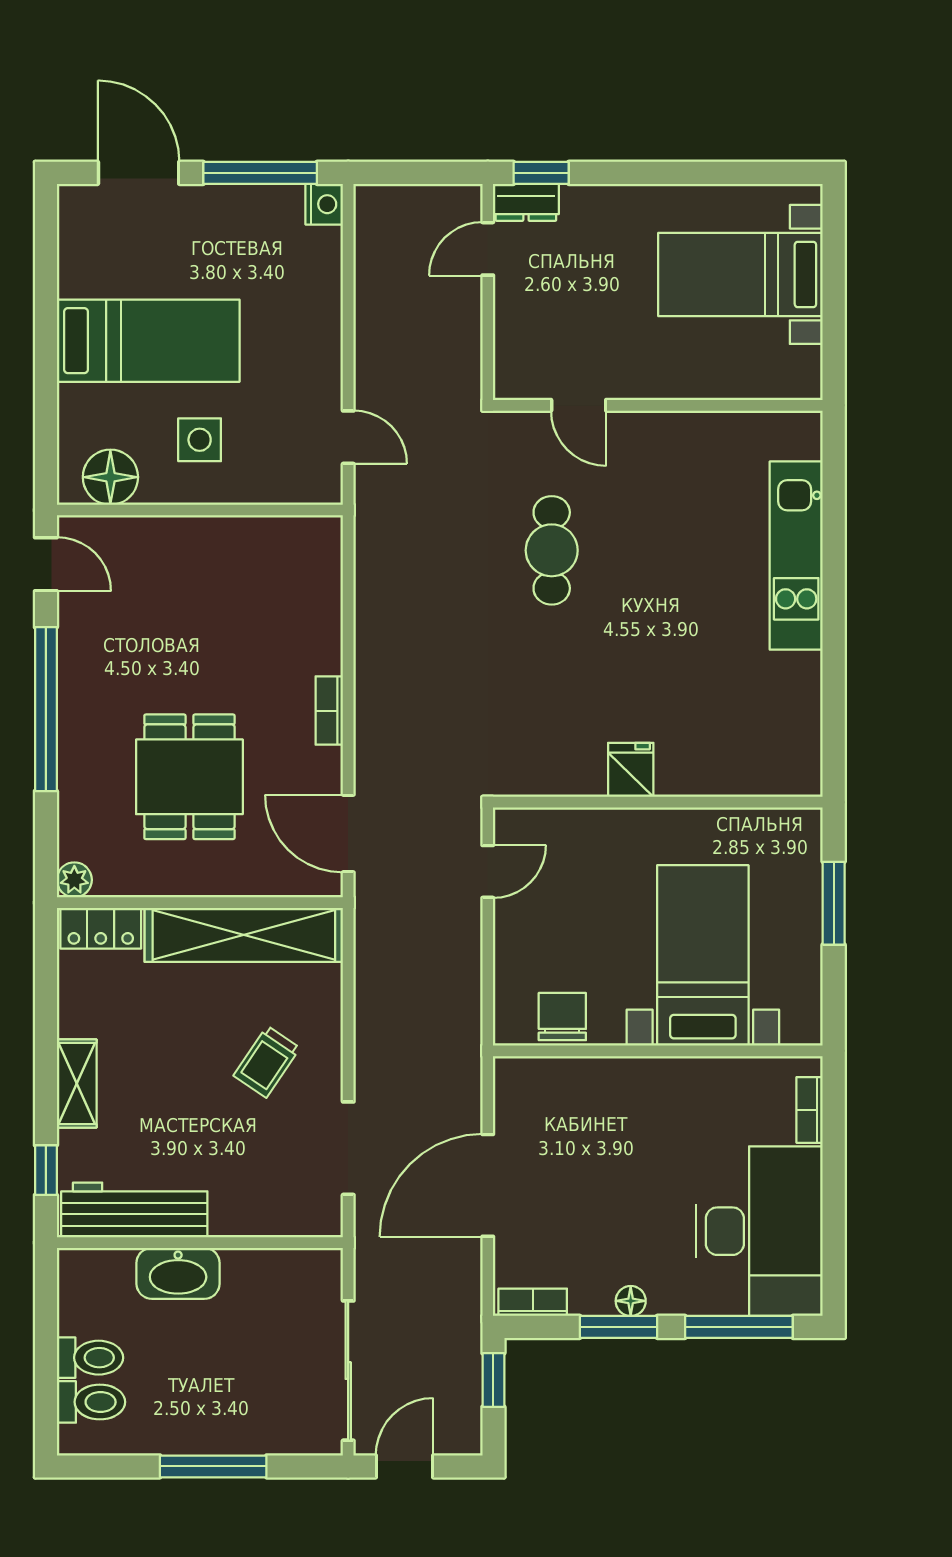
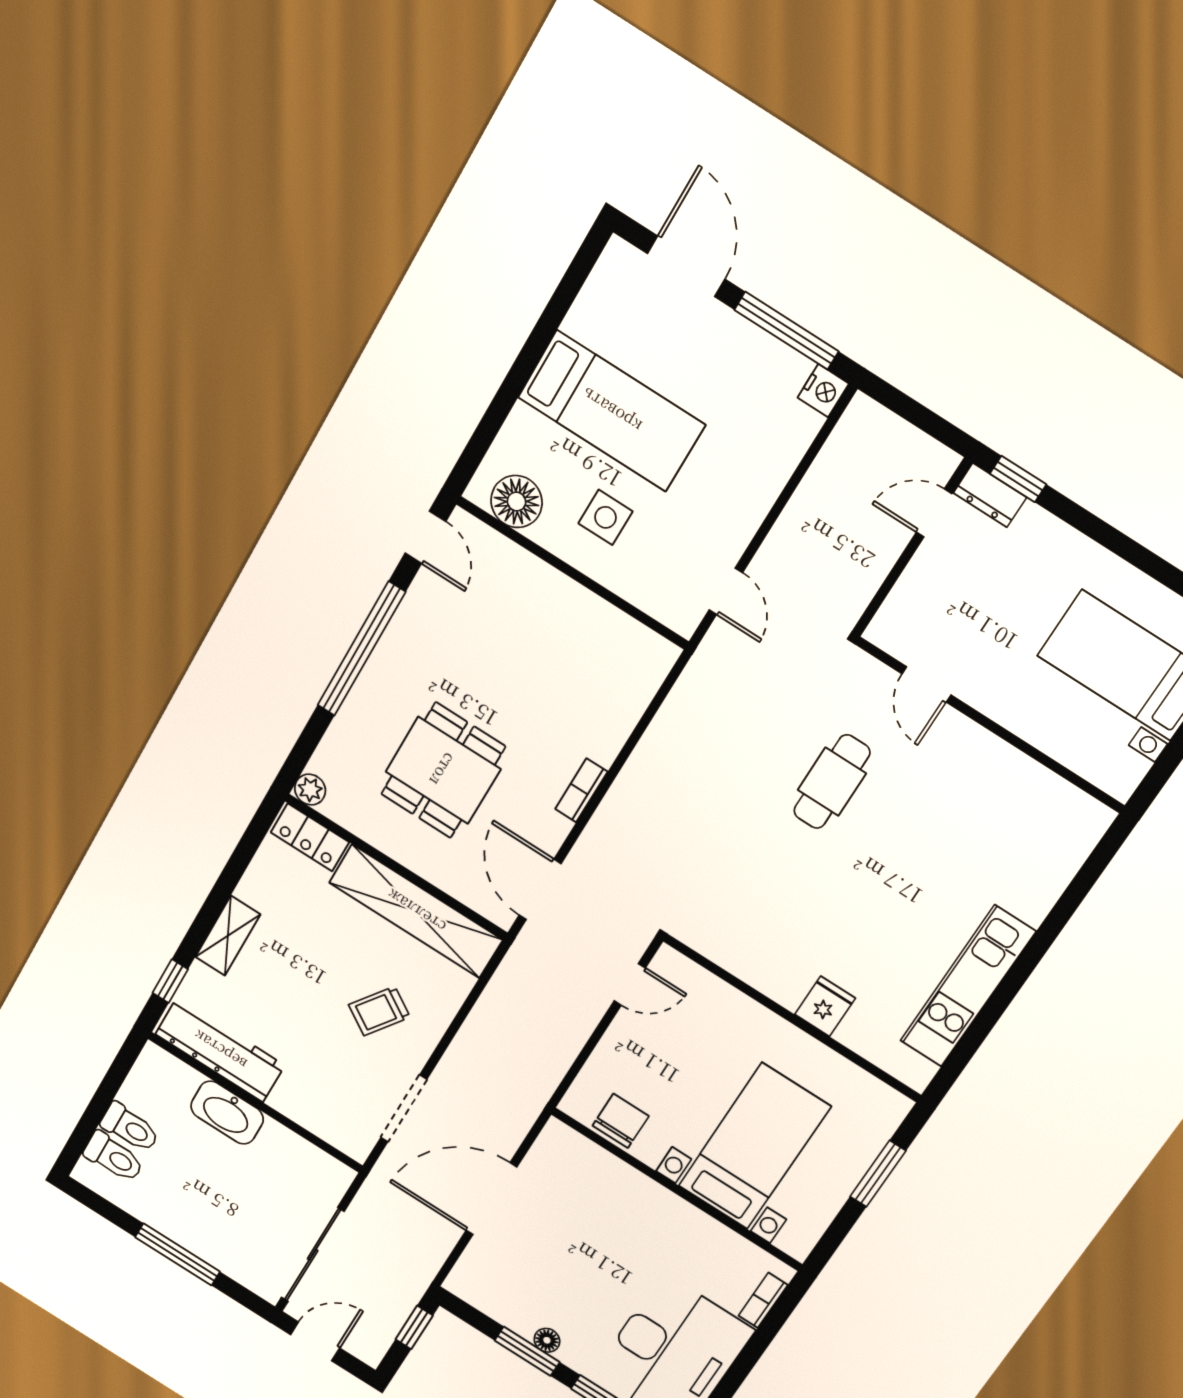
kitchen unit: (796, 556) -> (968, 986), moved
fridge: (631, 770) -> (825, 1006), moved
bookcase: (533, 1302) -> (475, 1296), removed

